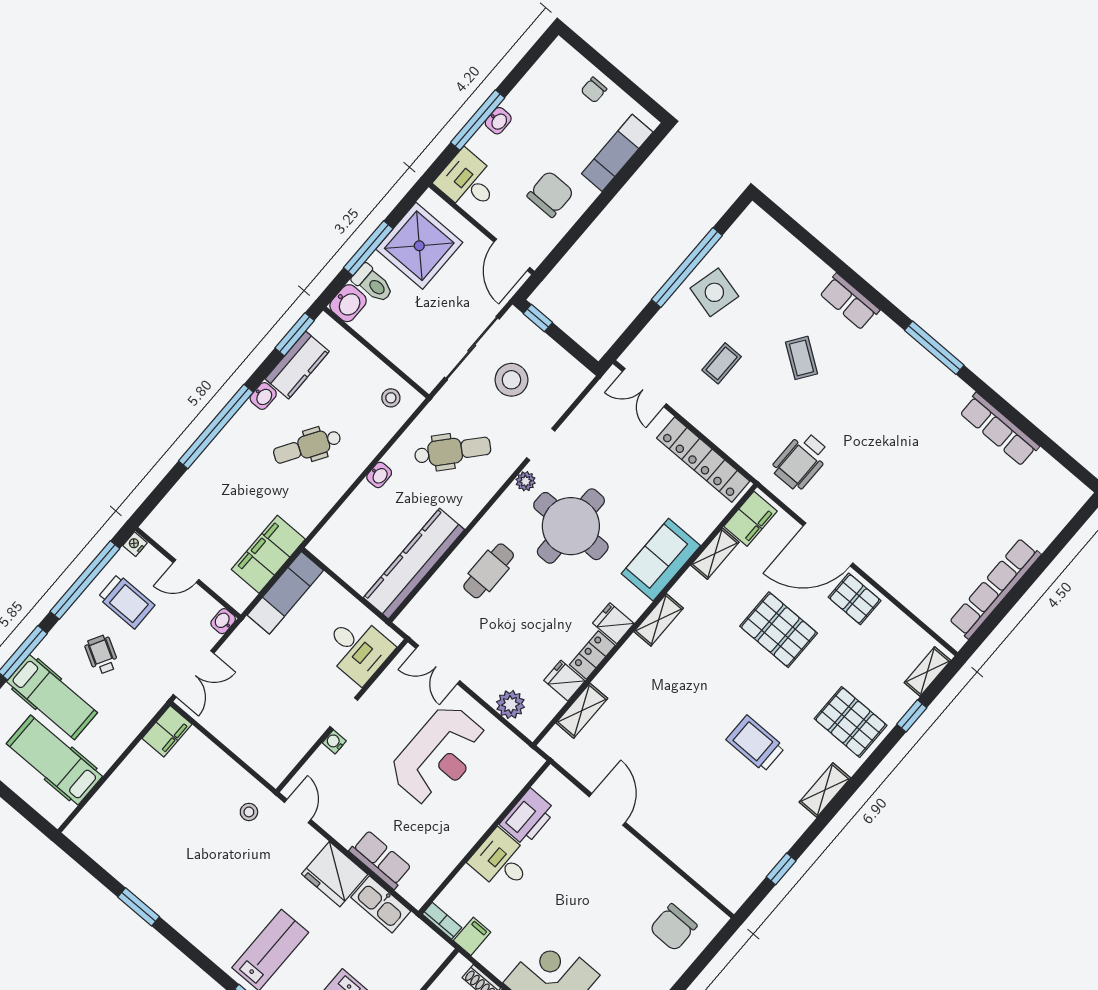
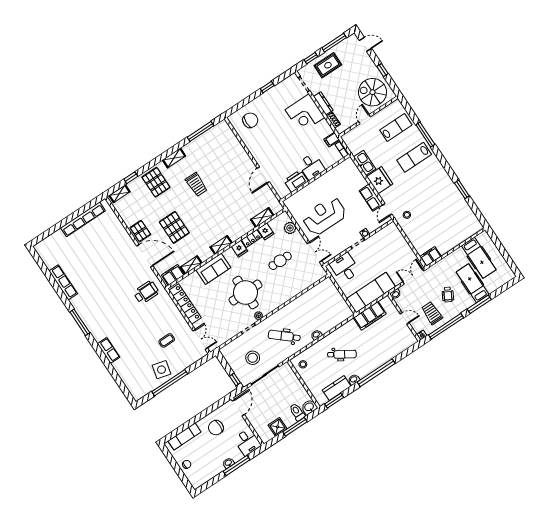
shower: (419, 246) -> (278, 427), width x0.54, depth x0.54
coffee table: (801, 358) -> (134, 333), removed
kitchen counter: (414, 564) -> (313, 295), removed
cafe table: (489, 571) -> (280, 261), moved
exam couch: (285, 593) -> (371, 293), width x1.36, depth x1.45
row of seats: (380, 860) -> (371, 198), moved
window: (781, 869) -> (200, 131), width x2.17

